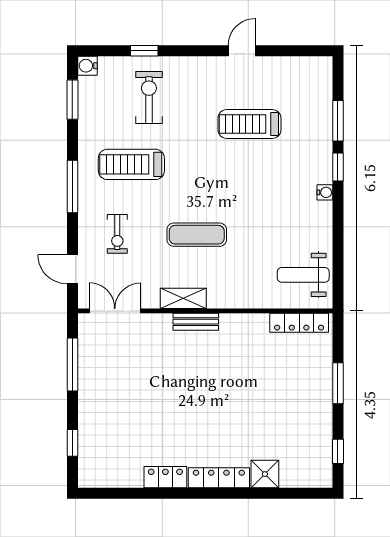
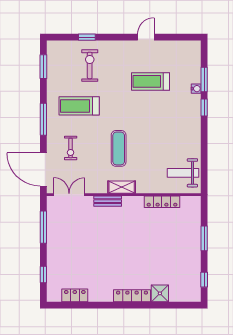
water cooler: (87, 66) -> (52, 46), removed
water cooler: (325, 192) -> (196, 89), moved
exercise mat: (197, 235) -> (119, 148), turned 90
door: (72, 269) -> (43, 169), width x1.87
shelving: (183, 298) -> (122, 187), moved
bench: (196, 322) -> (108, 201), moved
locker: (299, 323) -> (162, 202), moved
locker: (165, 477) -> (75, 295), moved

